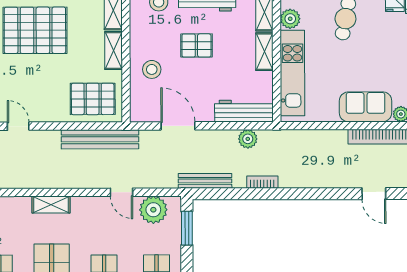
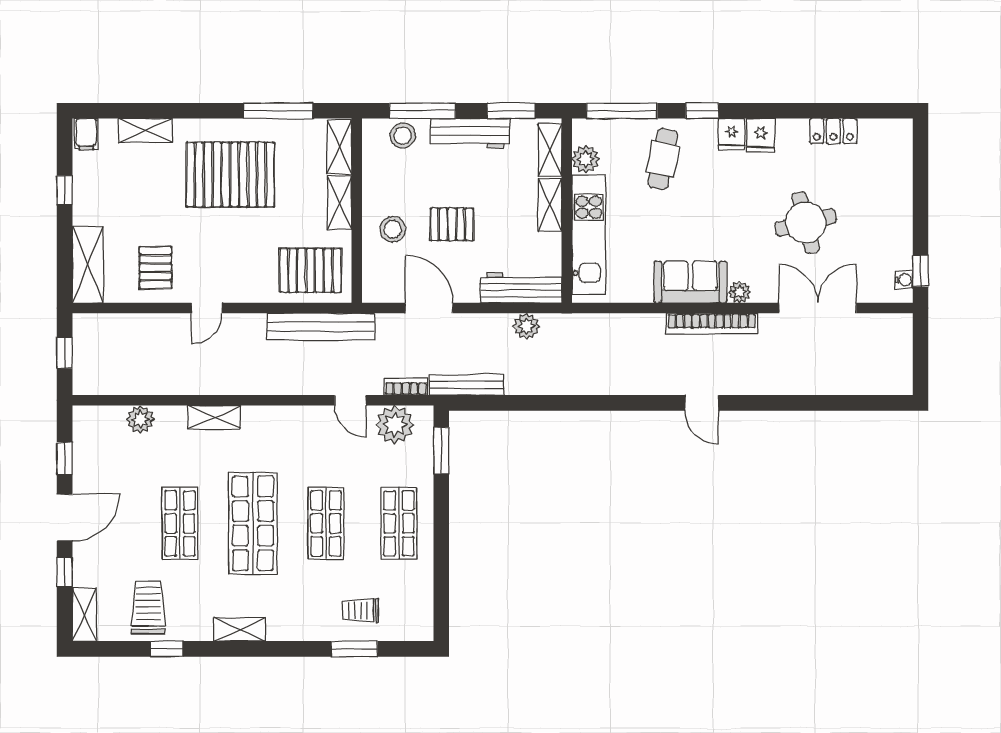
pallet: (196, 45) -> (452, 224), moved
door: (18, 126) -> (207, 308), swing flipped
bookcase: (262, 182) -> (406, 387), moved
shelving: (51, 205) -> (214, 417), moved

